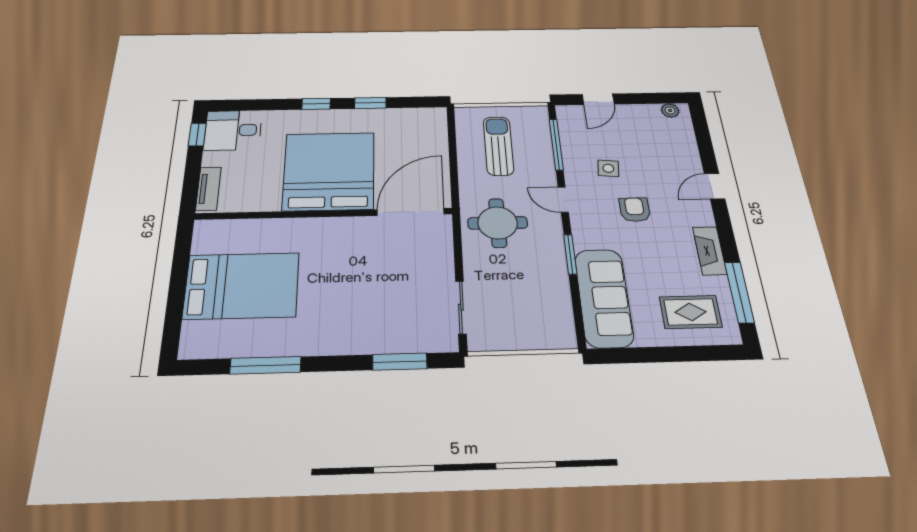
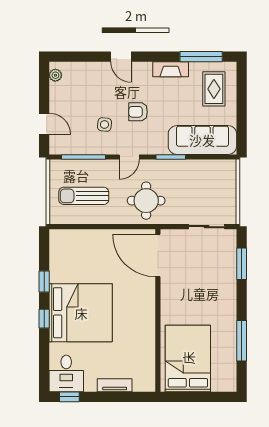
bed: (329, 171) -> (81, 313), moved, turned 180
door: (411, 212) -> (158, 256), moved
wall: (324, 214) -> (158, 311), moved

